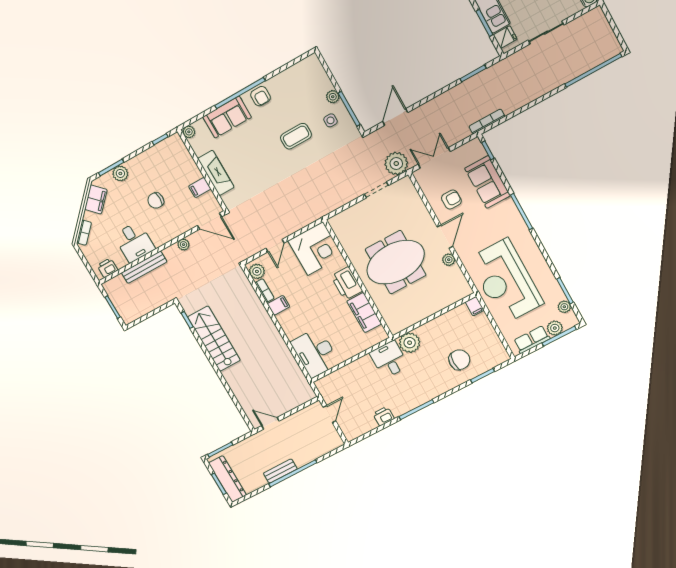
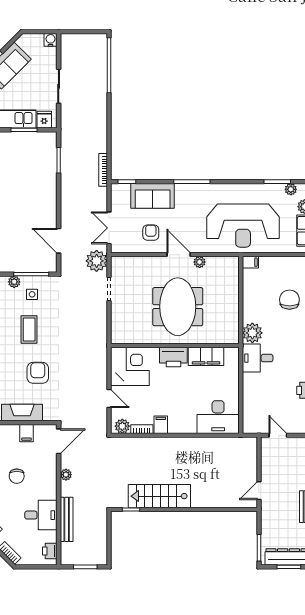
armchair: (261, 167) -> (38, 373), added

